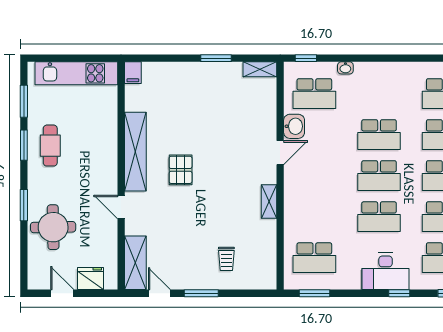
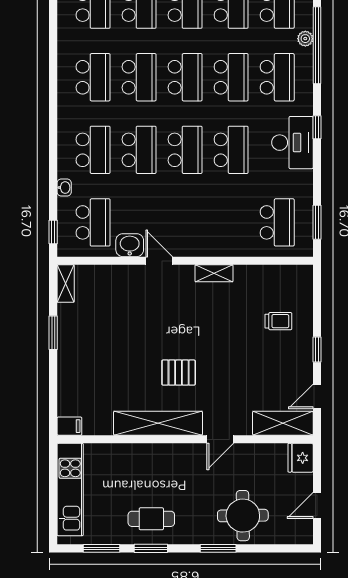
school desk: (379, 94) -> (93, 150), added
fridge: (90, 279) -> (301, 458), moved
window: (201, 293) -> (317, 349), width x0.67

